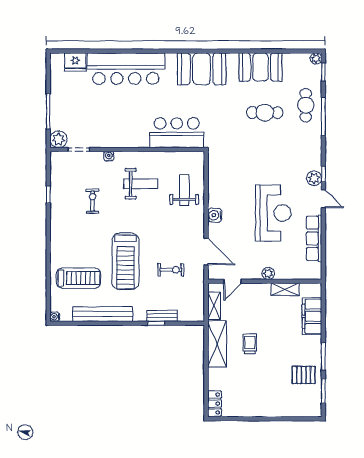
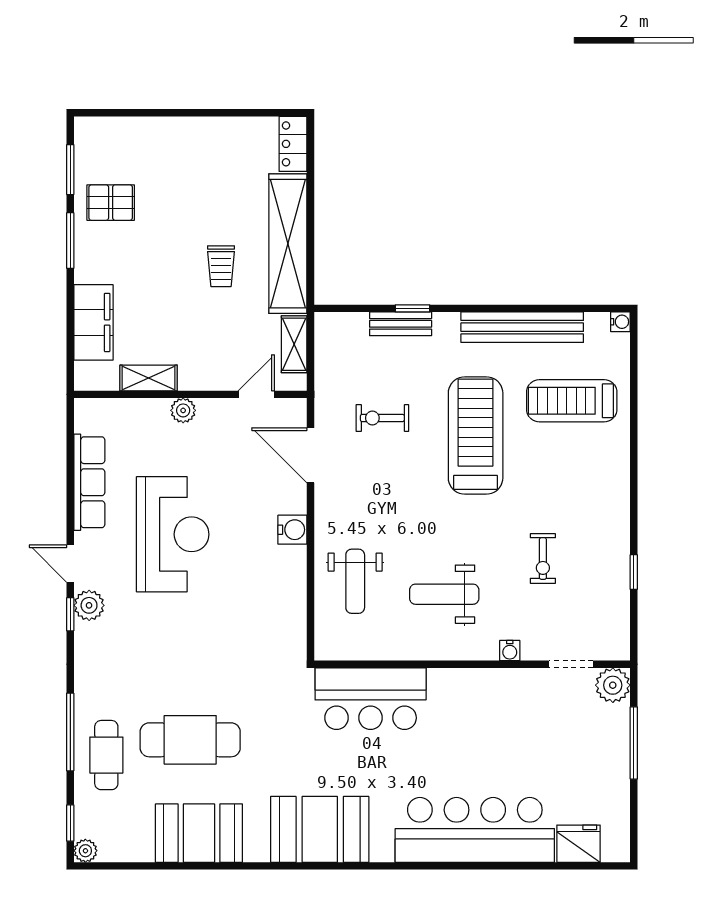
cafe table: (265, 113) -> (190, 740), width x1.37, depth x1.35
reception desk: (273, 213) -> (173, 534), turned 180
shelving: (217, 344) -> (288, 244), width x1.47

